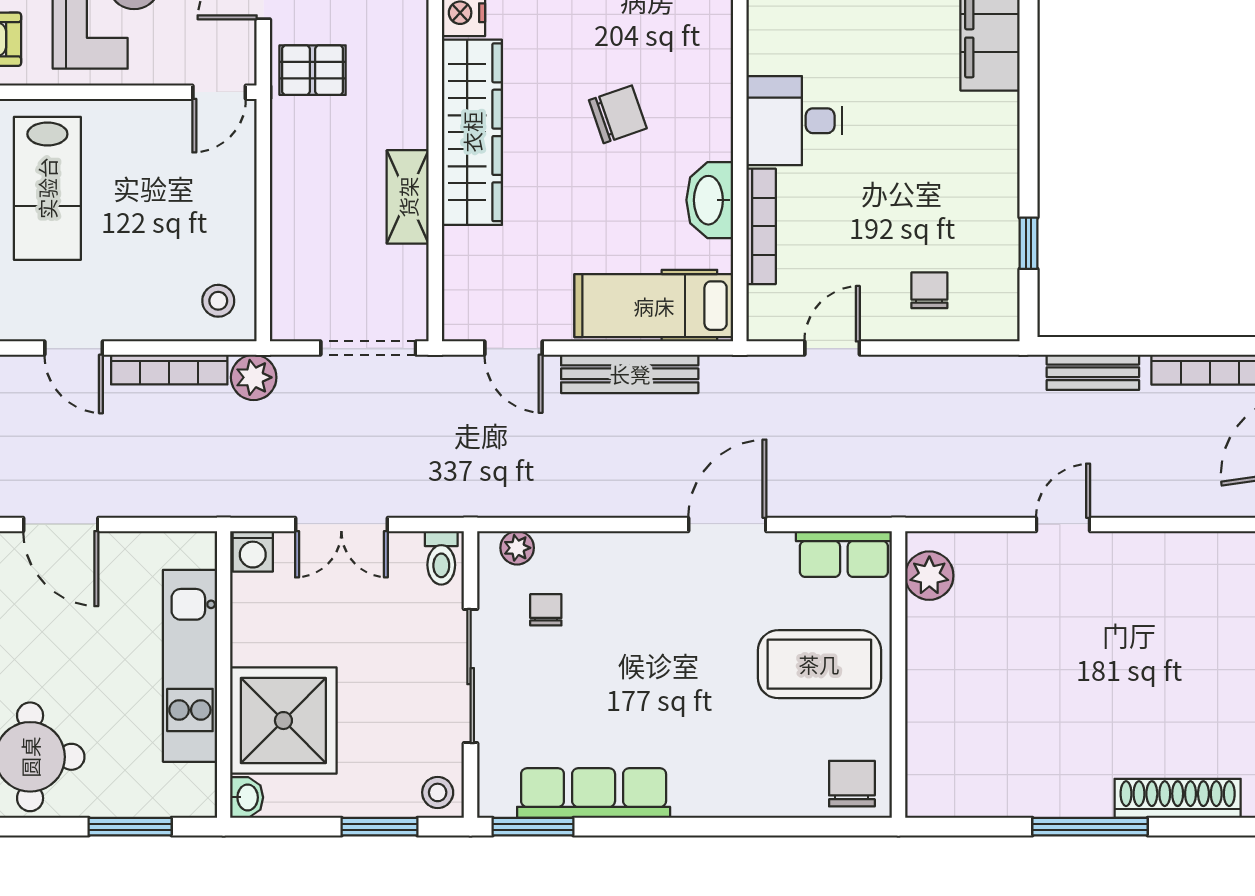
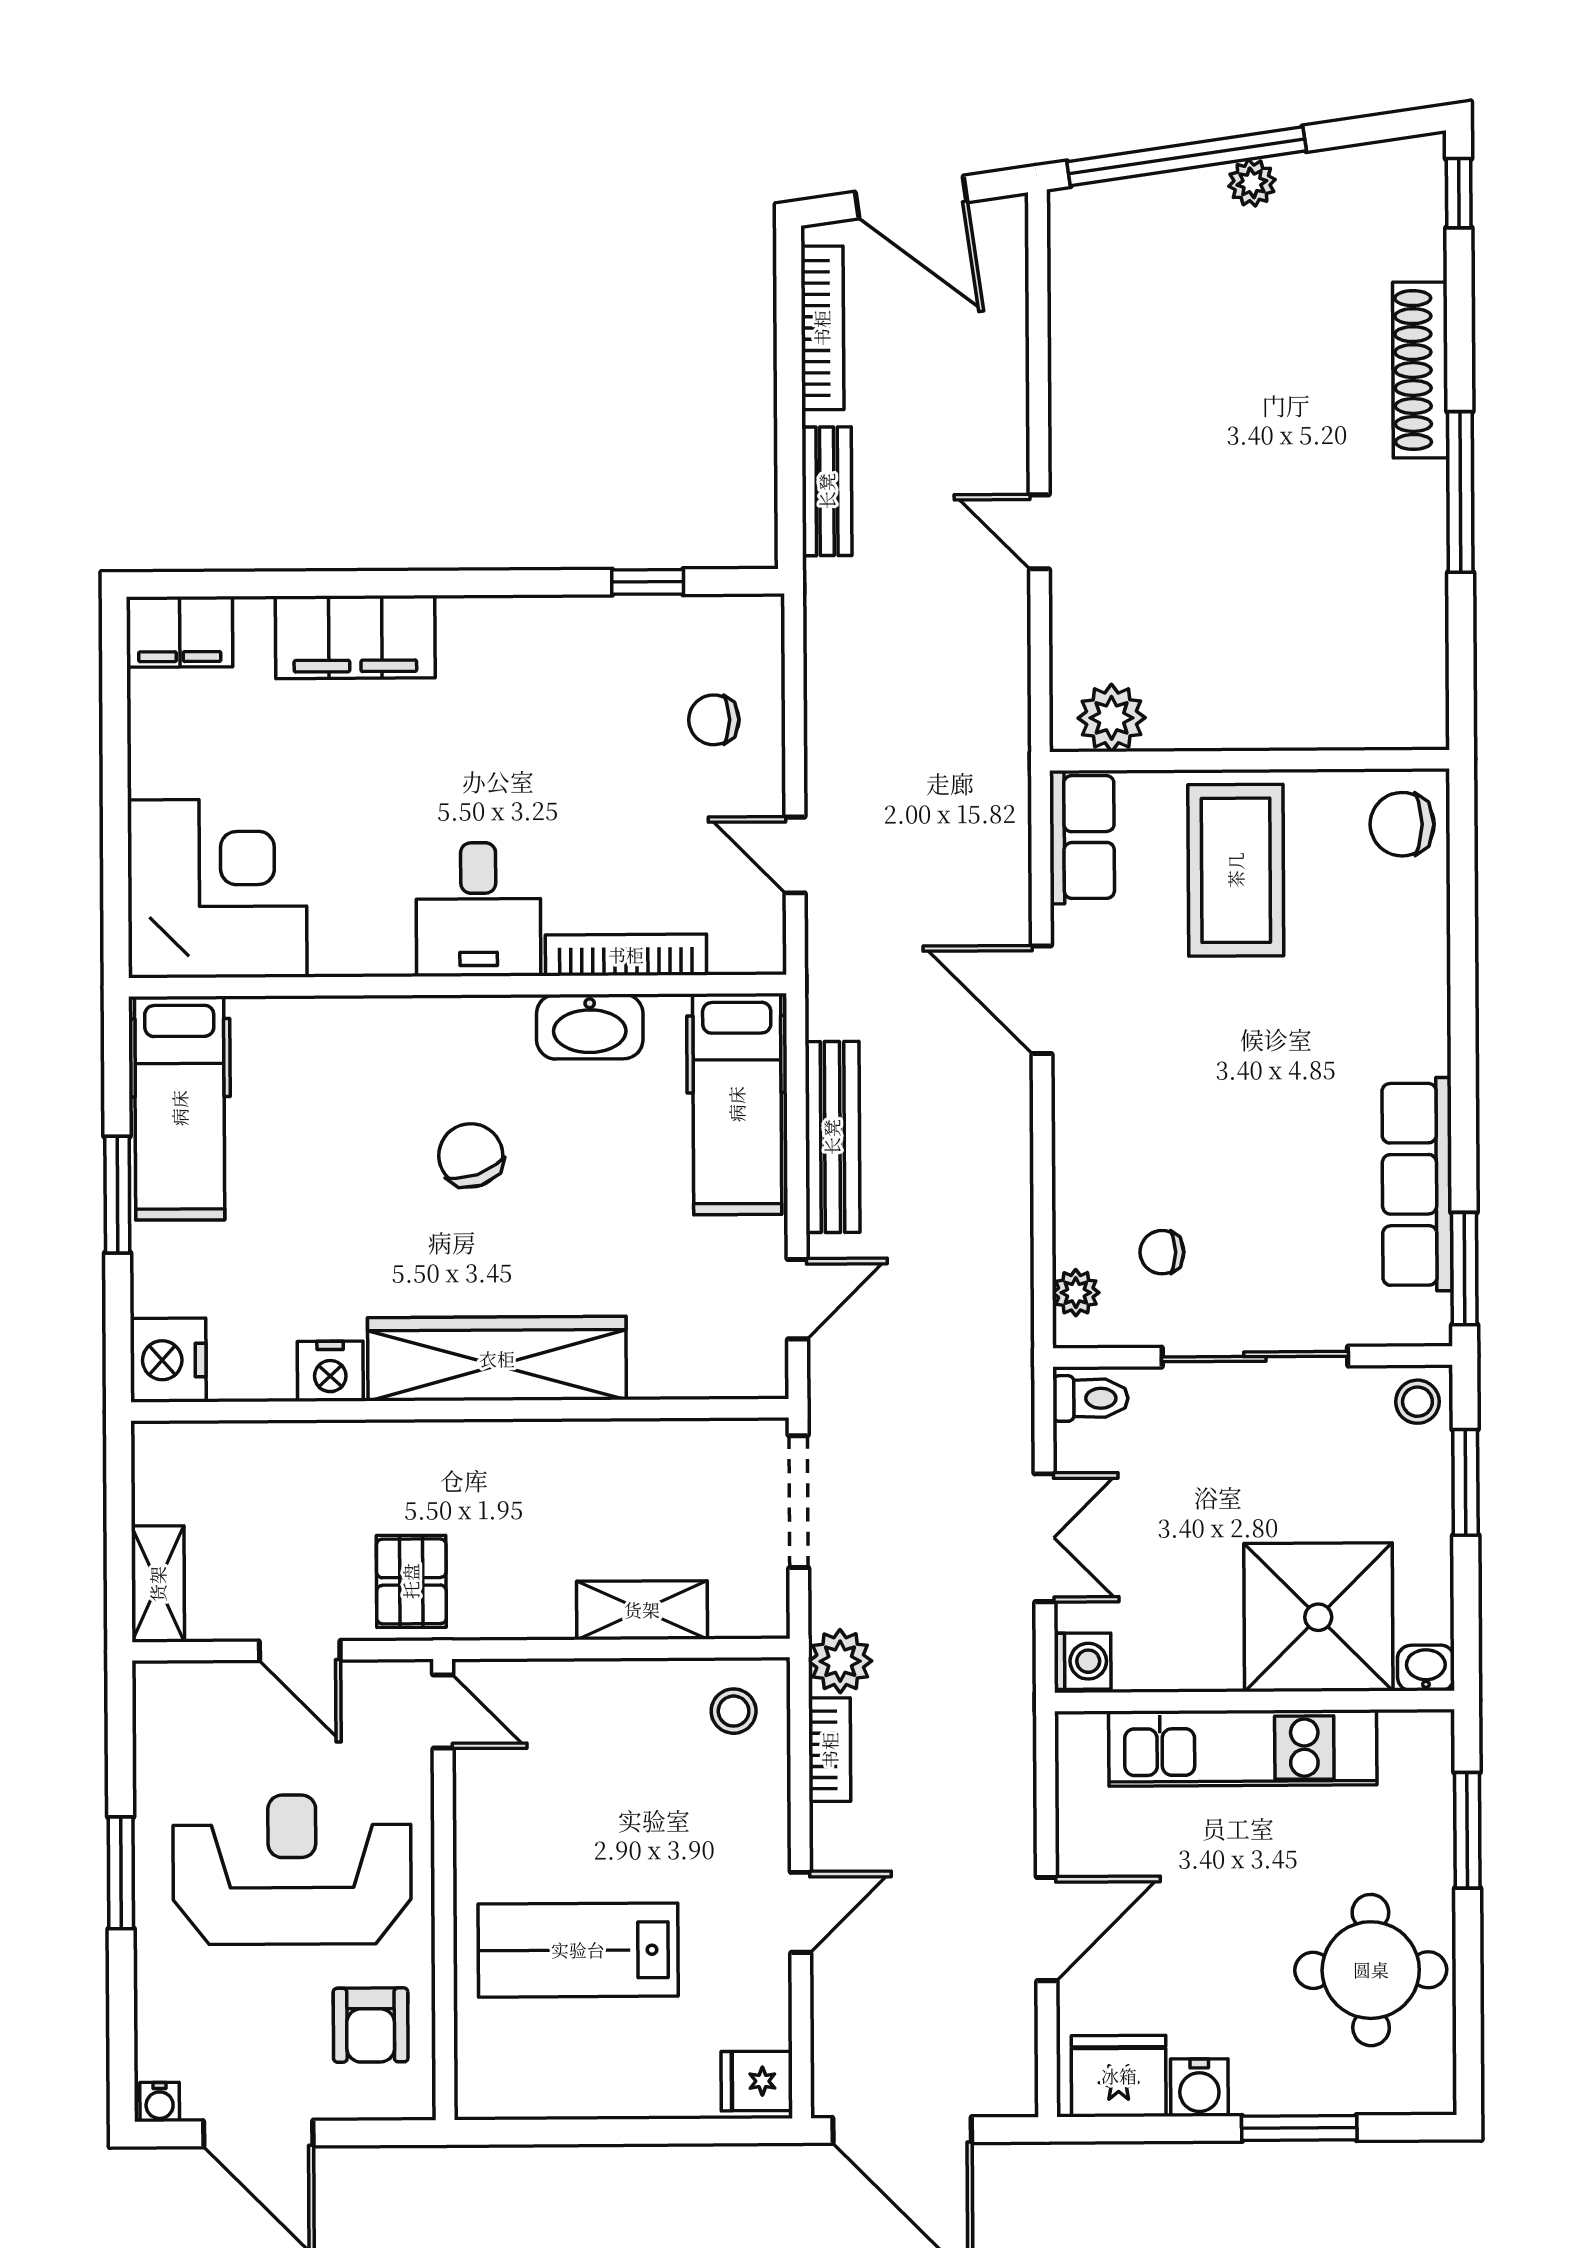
lab bench: (47, 188) -> (578, 1950), turned 180
shelving: (408, 197) -> (642, 1610), moved
bookcase: (169, 370) -> (830, 1750), width x0.64

